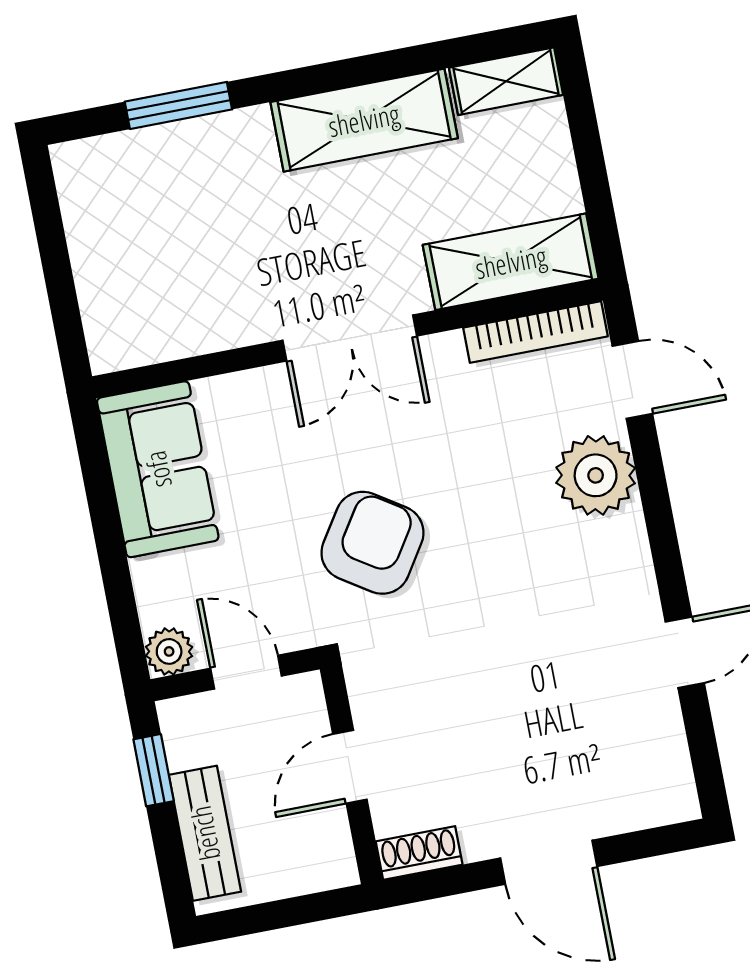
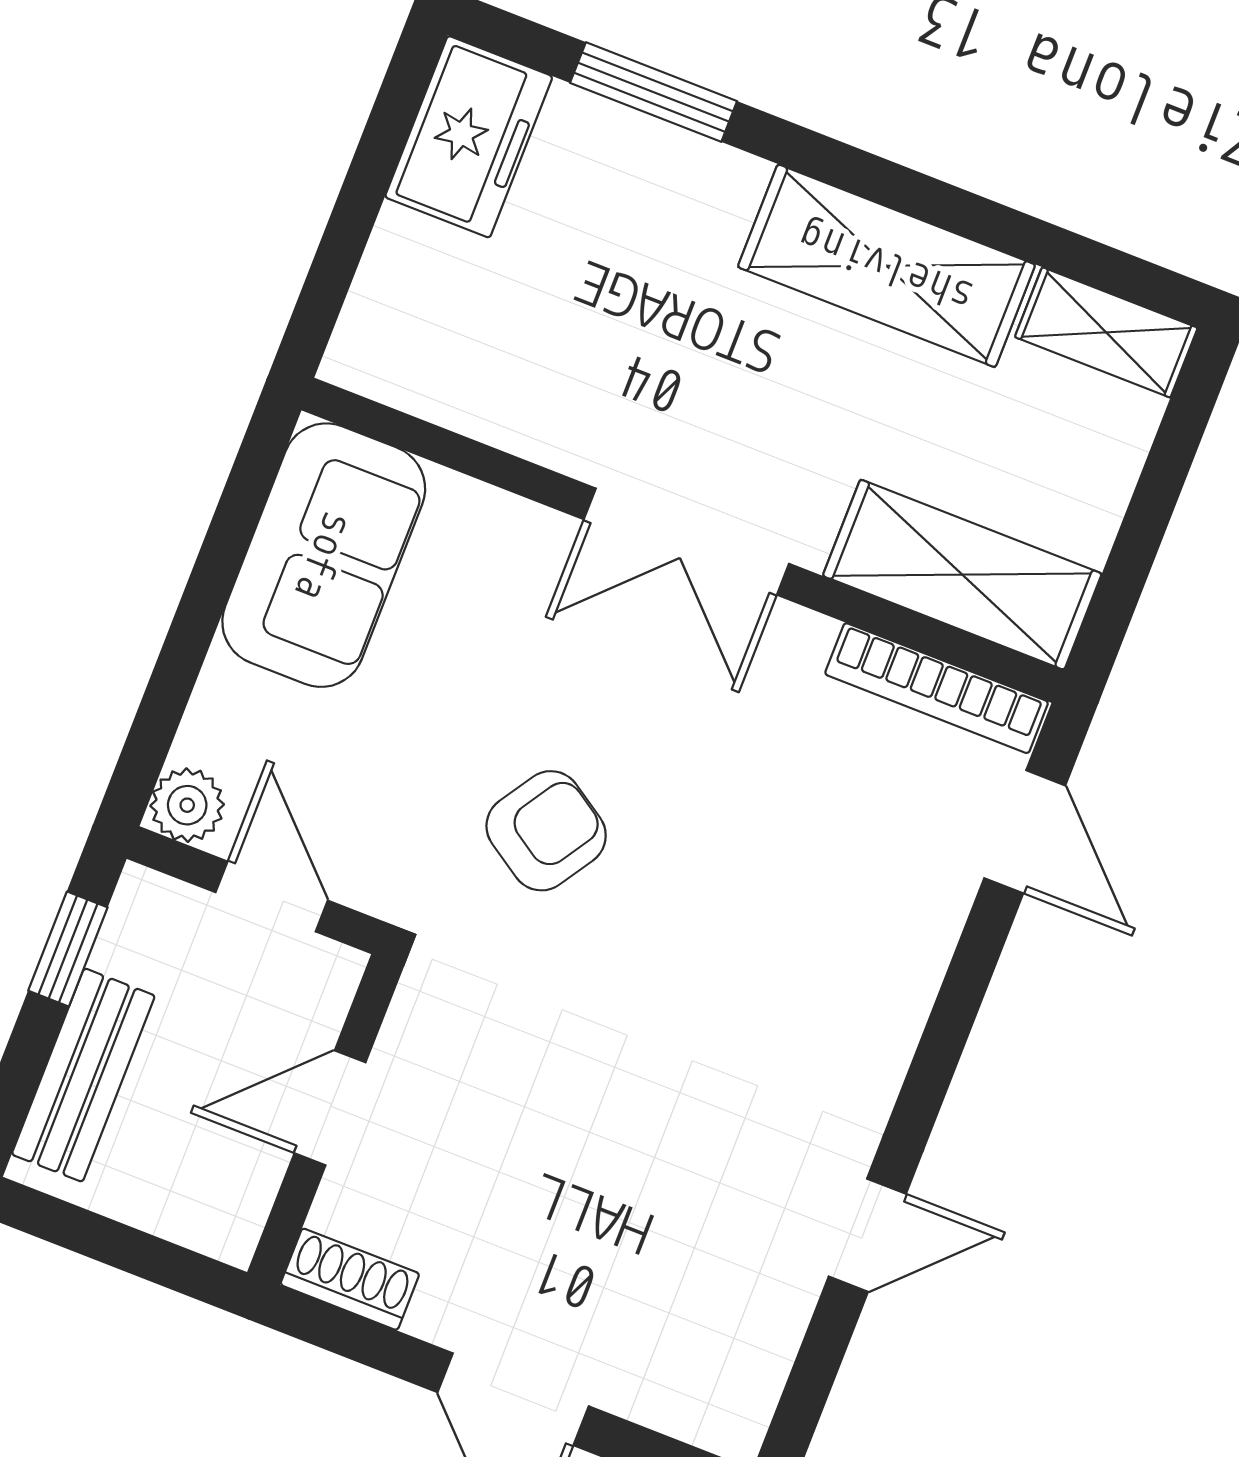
freezer: (93, 193) -> (469, 137), added
plant: (596, 475) -> (897, 927), removed
armchair: (372, 543) -> (546, 831), width x0.72, depth x0.72

